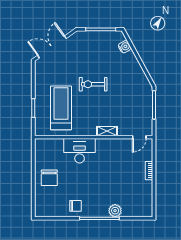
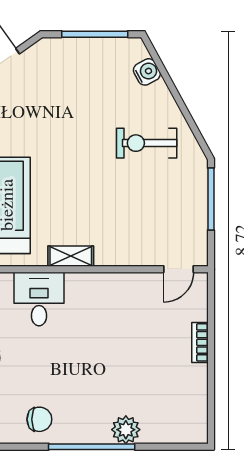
exercise bike: (93, 84) -> (147, 143), moved
shelving: (107, 131) -> (71, 256), moved
desk: (80, 151) -> (39, 299), width x0.73

